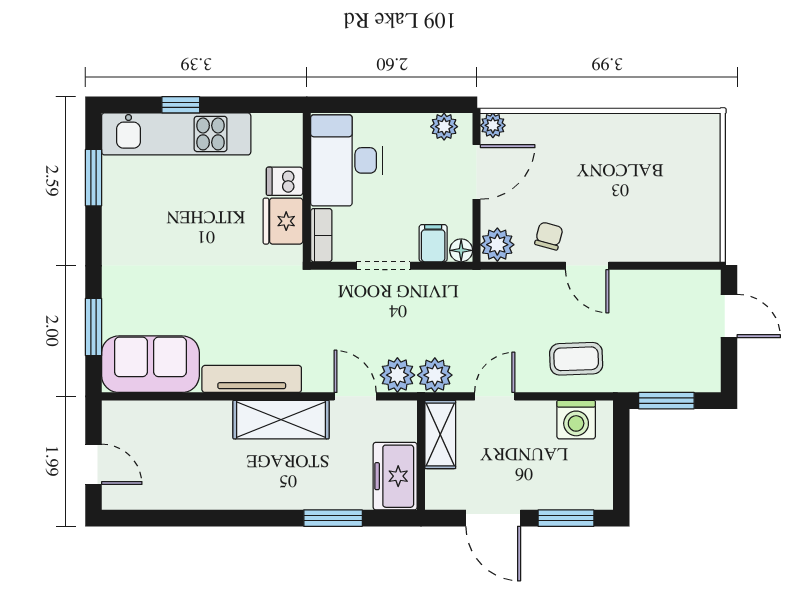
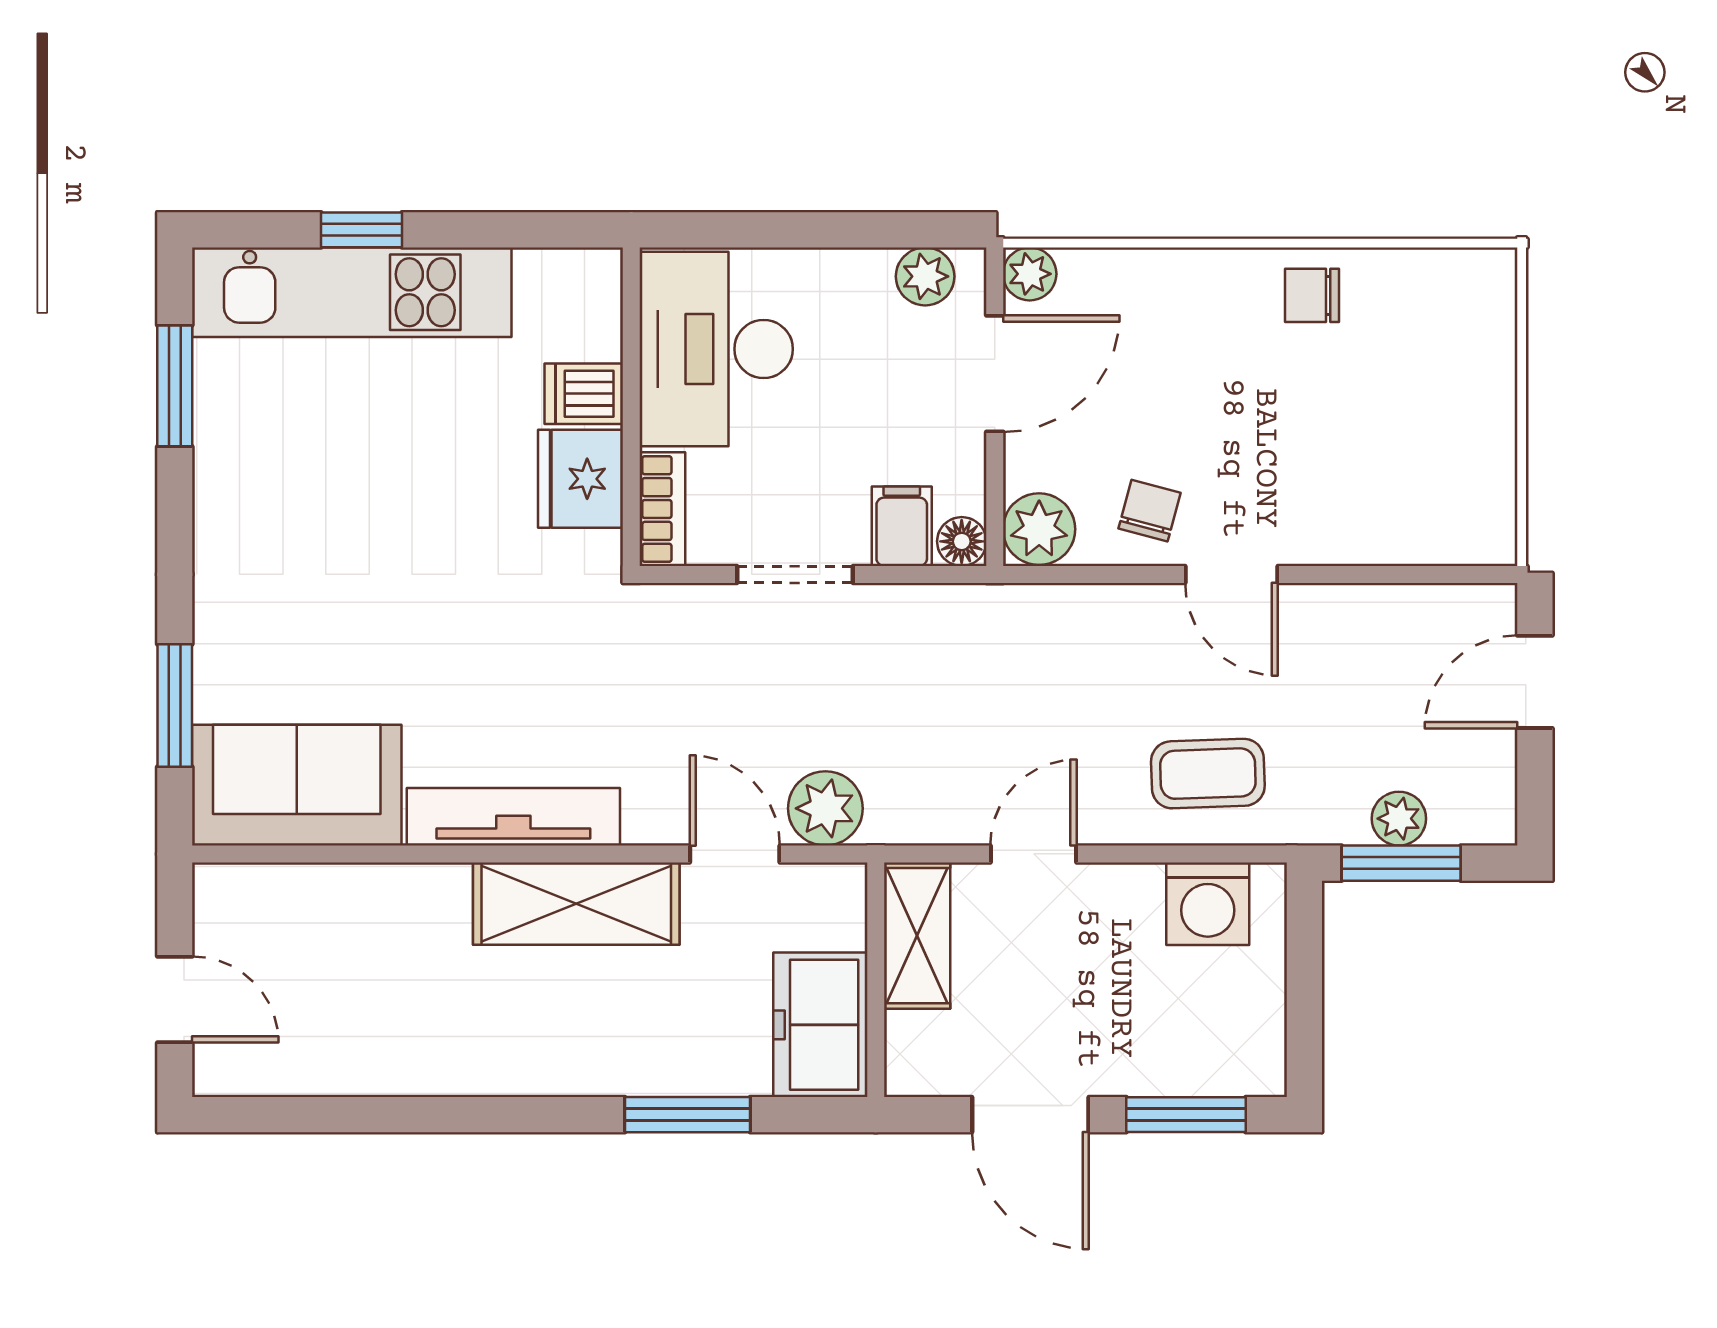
chair: (625, 135) -> (1312, 295), added
door: (729, 316) -> (1535, 682), swing flipped
plant: (435, 375) -> (1399, 819), moved, width x0.73, depth x0.73

